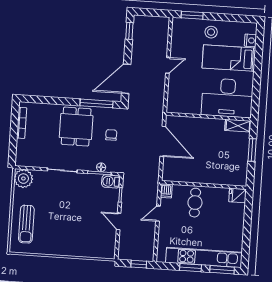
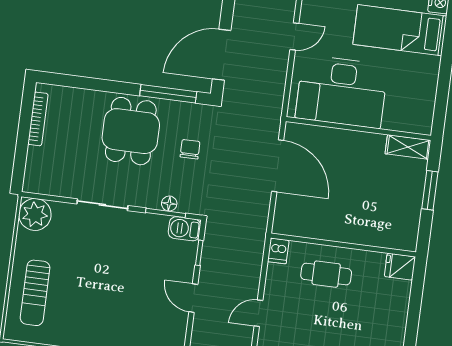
desk: (227, 98) -> (342, 92), moved
cafe table: (195, 203) -> (326, 274), turned 90
door: (158, 214) -> (258, 313), moved

